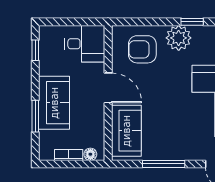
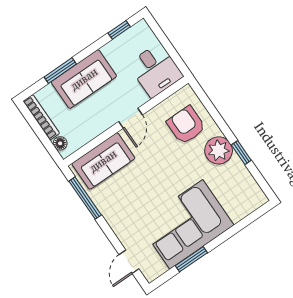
door: (108, 88) -> (130, 118), width x0.73
bookcase: (69, 155) -> (41, 117), width x1.56
window: (164, 164) -> (85, 198), moved

